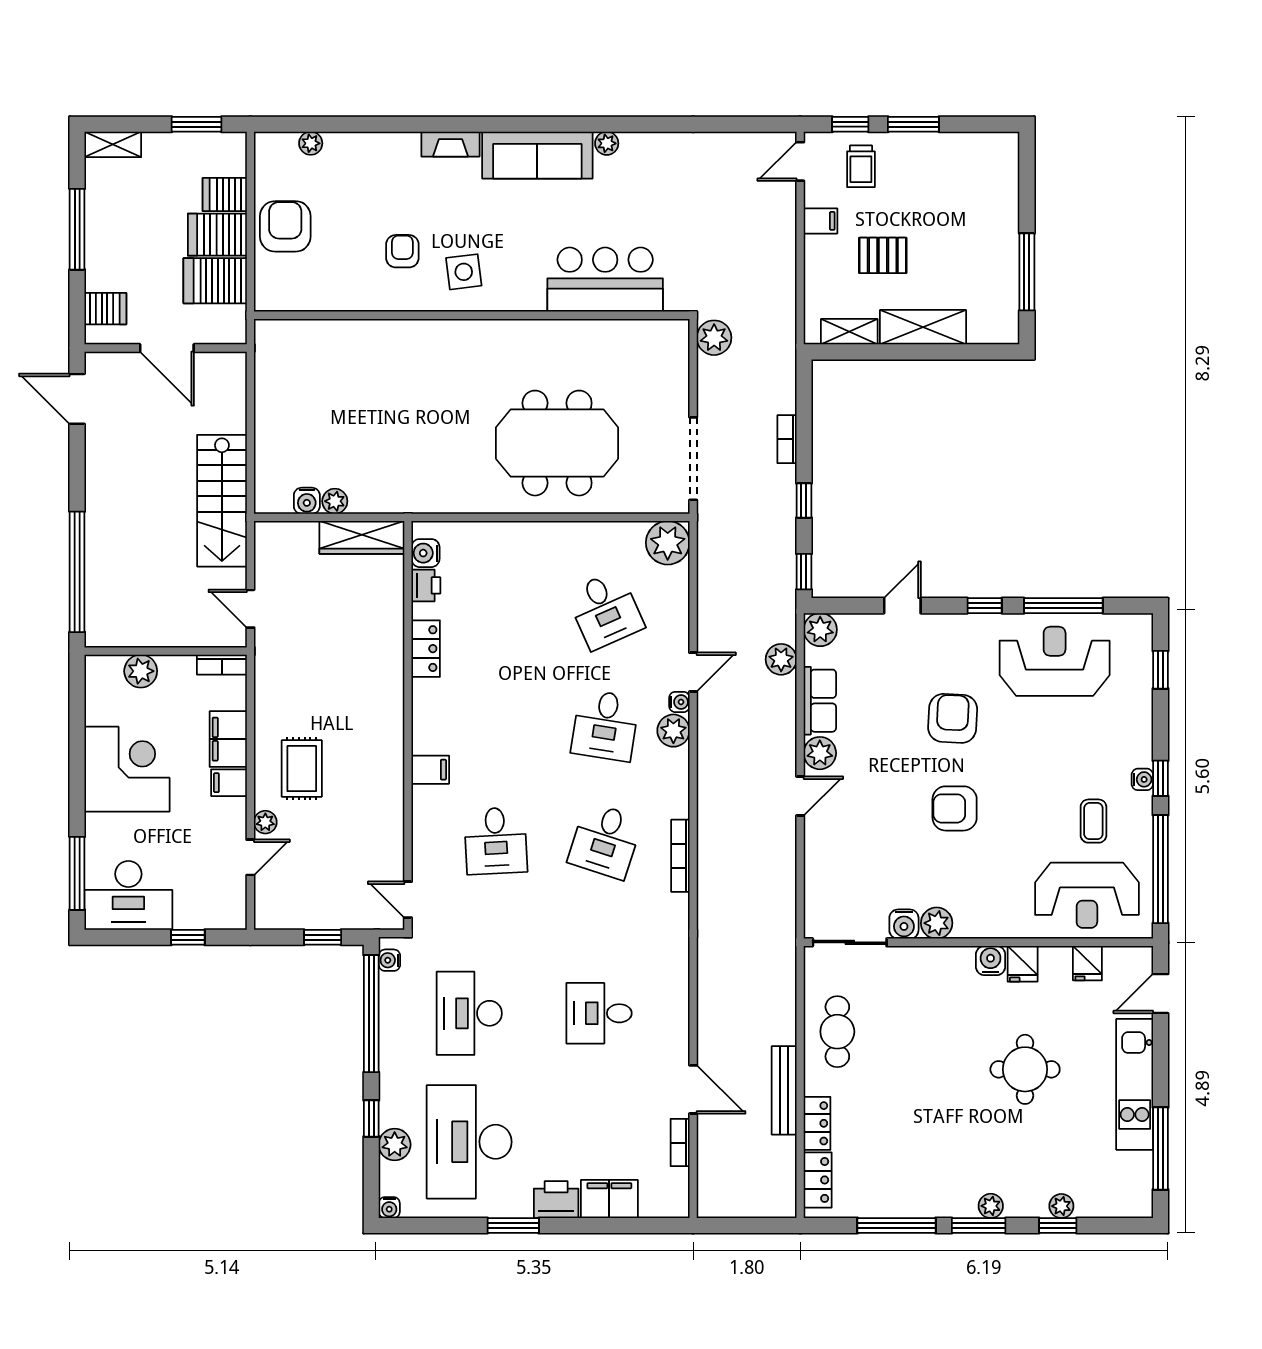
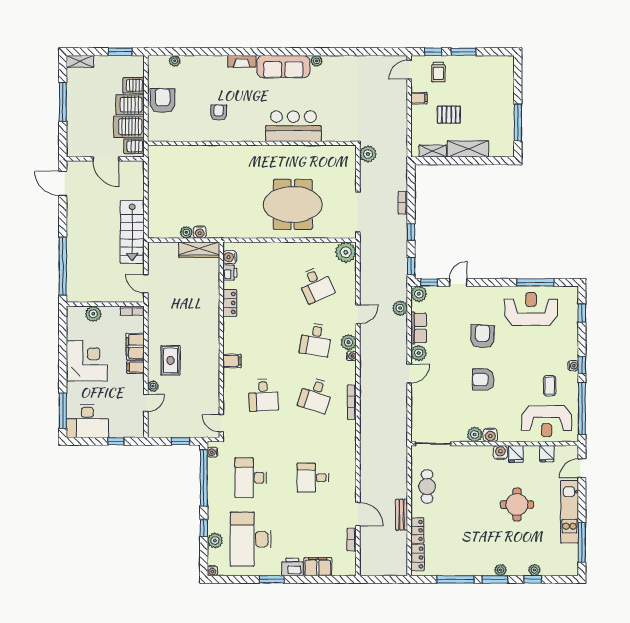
side table: (464, 272) -> (248, 122), removed
bar counter: (605, 280) -> (293, 126), moved
server rack: (105, 309) -> (134, 146), moved, turned 180
water cooler: (307, 501) -> (200, 232), moved
window: (985, 606) -> (429, 282), moved
water cooler: (679, 702) -> (351, 356), moved
water cooler: (904, 924) -> (490, 435), moved
bench: (784, 1090) -> (402, 515), width x0.73

